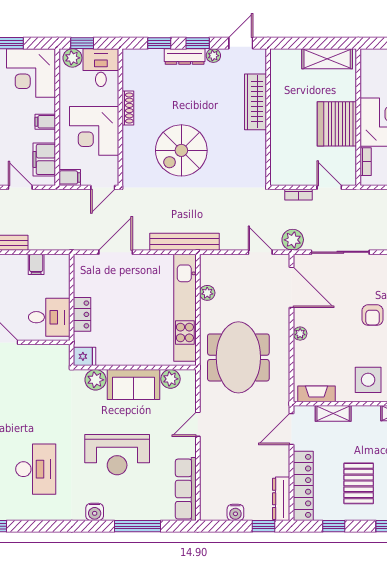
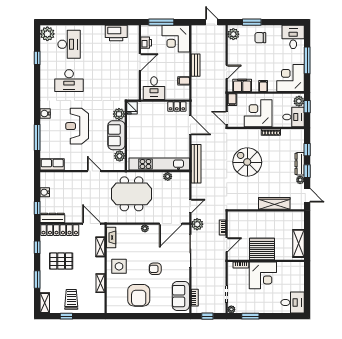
locker: (82, 314) -> (177, 107), moved
row of seats: (186, 489) -> (52, 164), width x0.68

